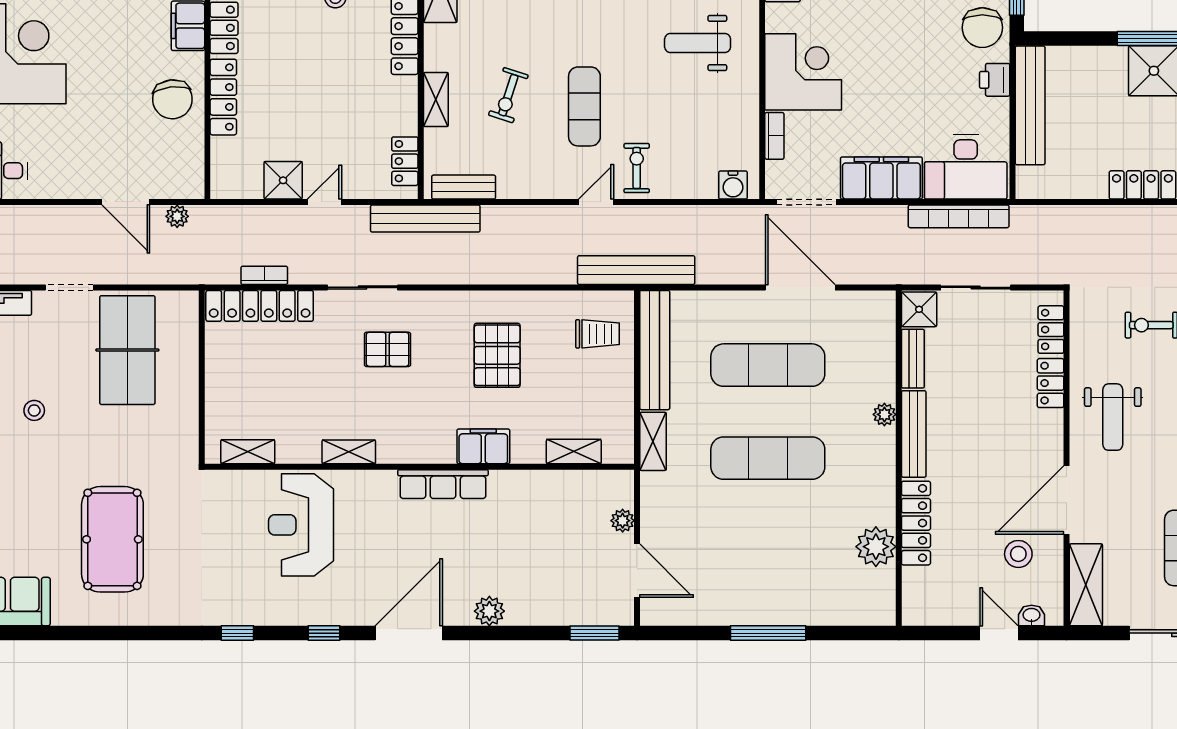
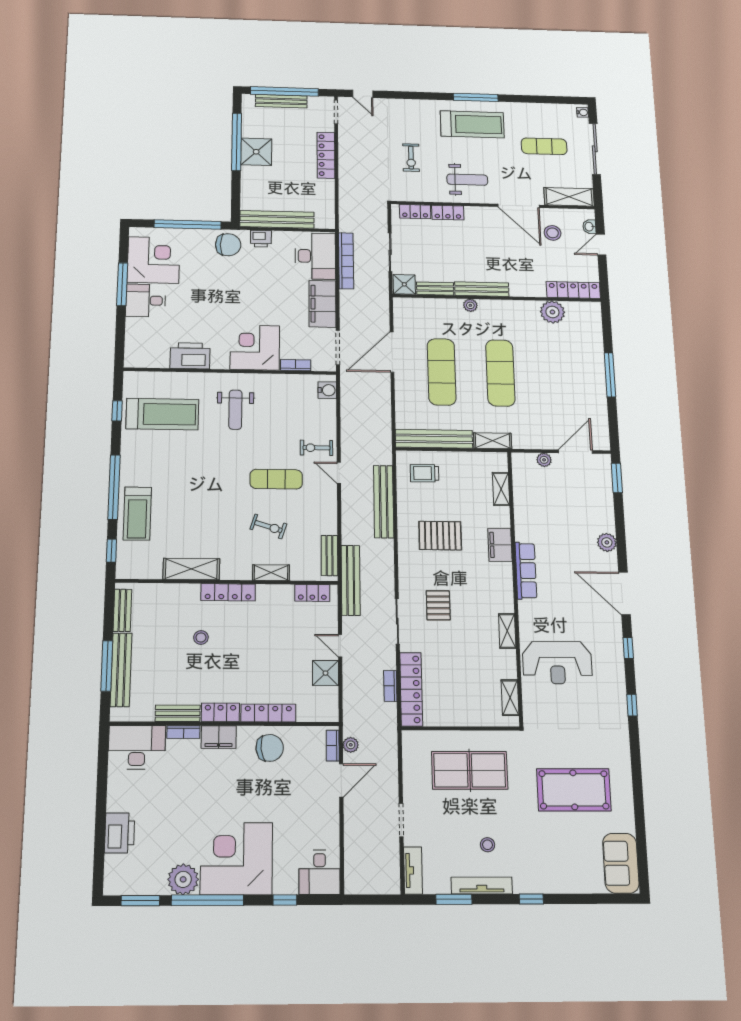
bookcase: (176, 190) -> (333, 746), added
bench: (636, 270) -> (384, 502), moved
trolley: (598, 334) -> (424, 473), turned -90
table tennis table: (127, 350) -> (470, 770), moved
locker: (916, 523) -> (573, 290), moved

